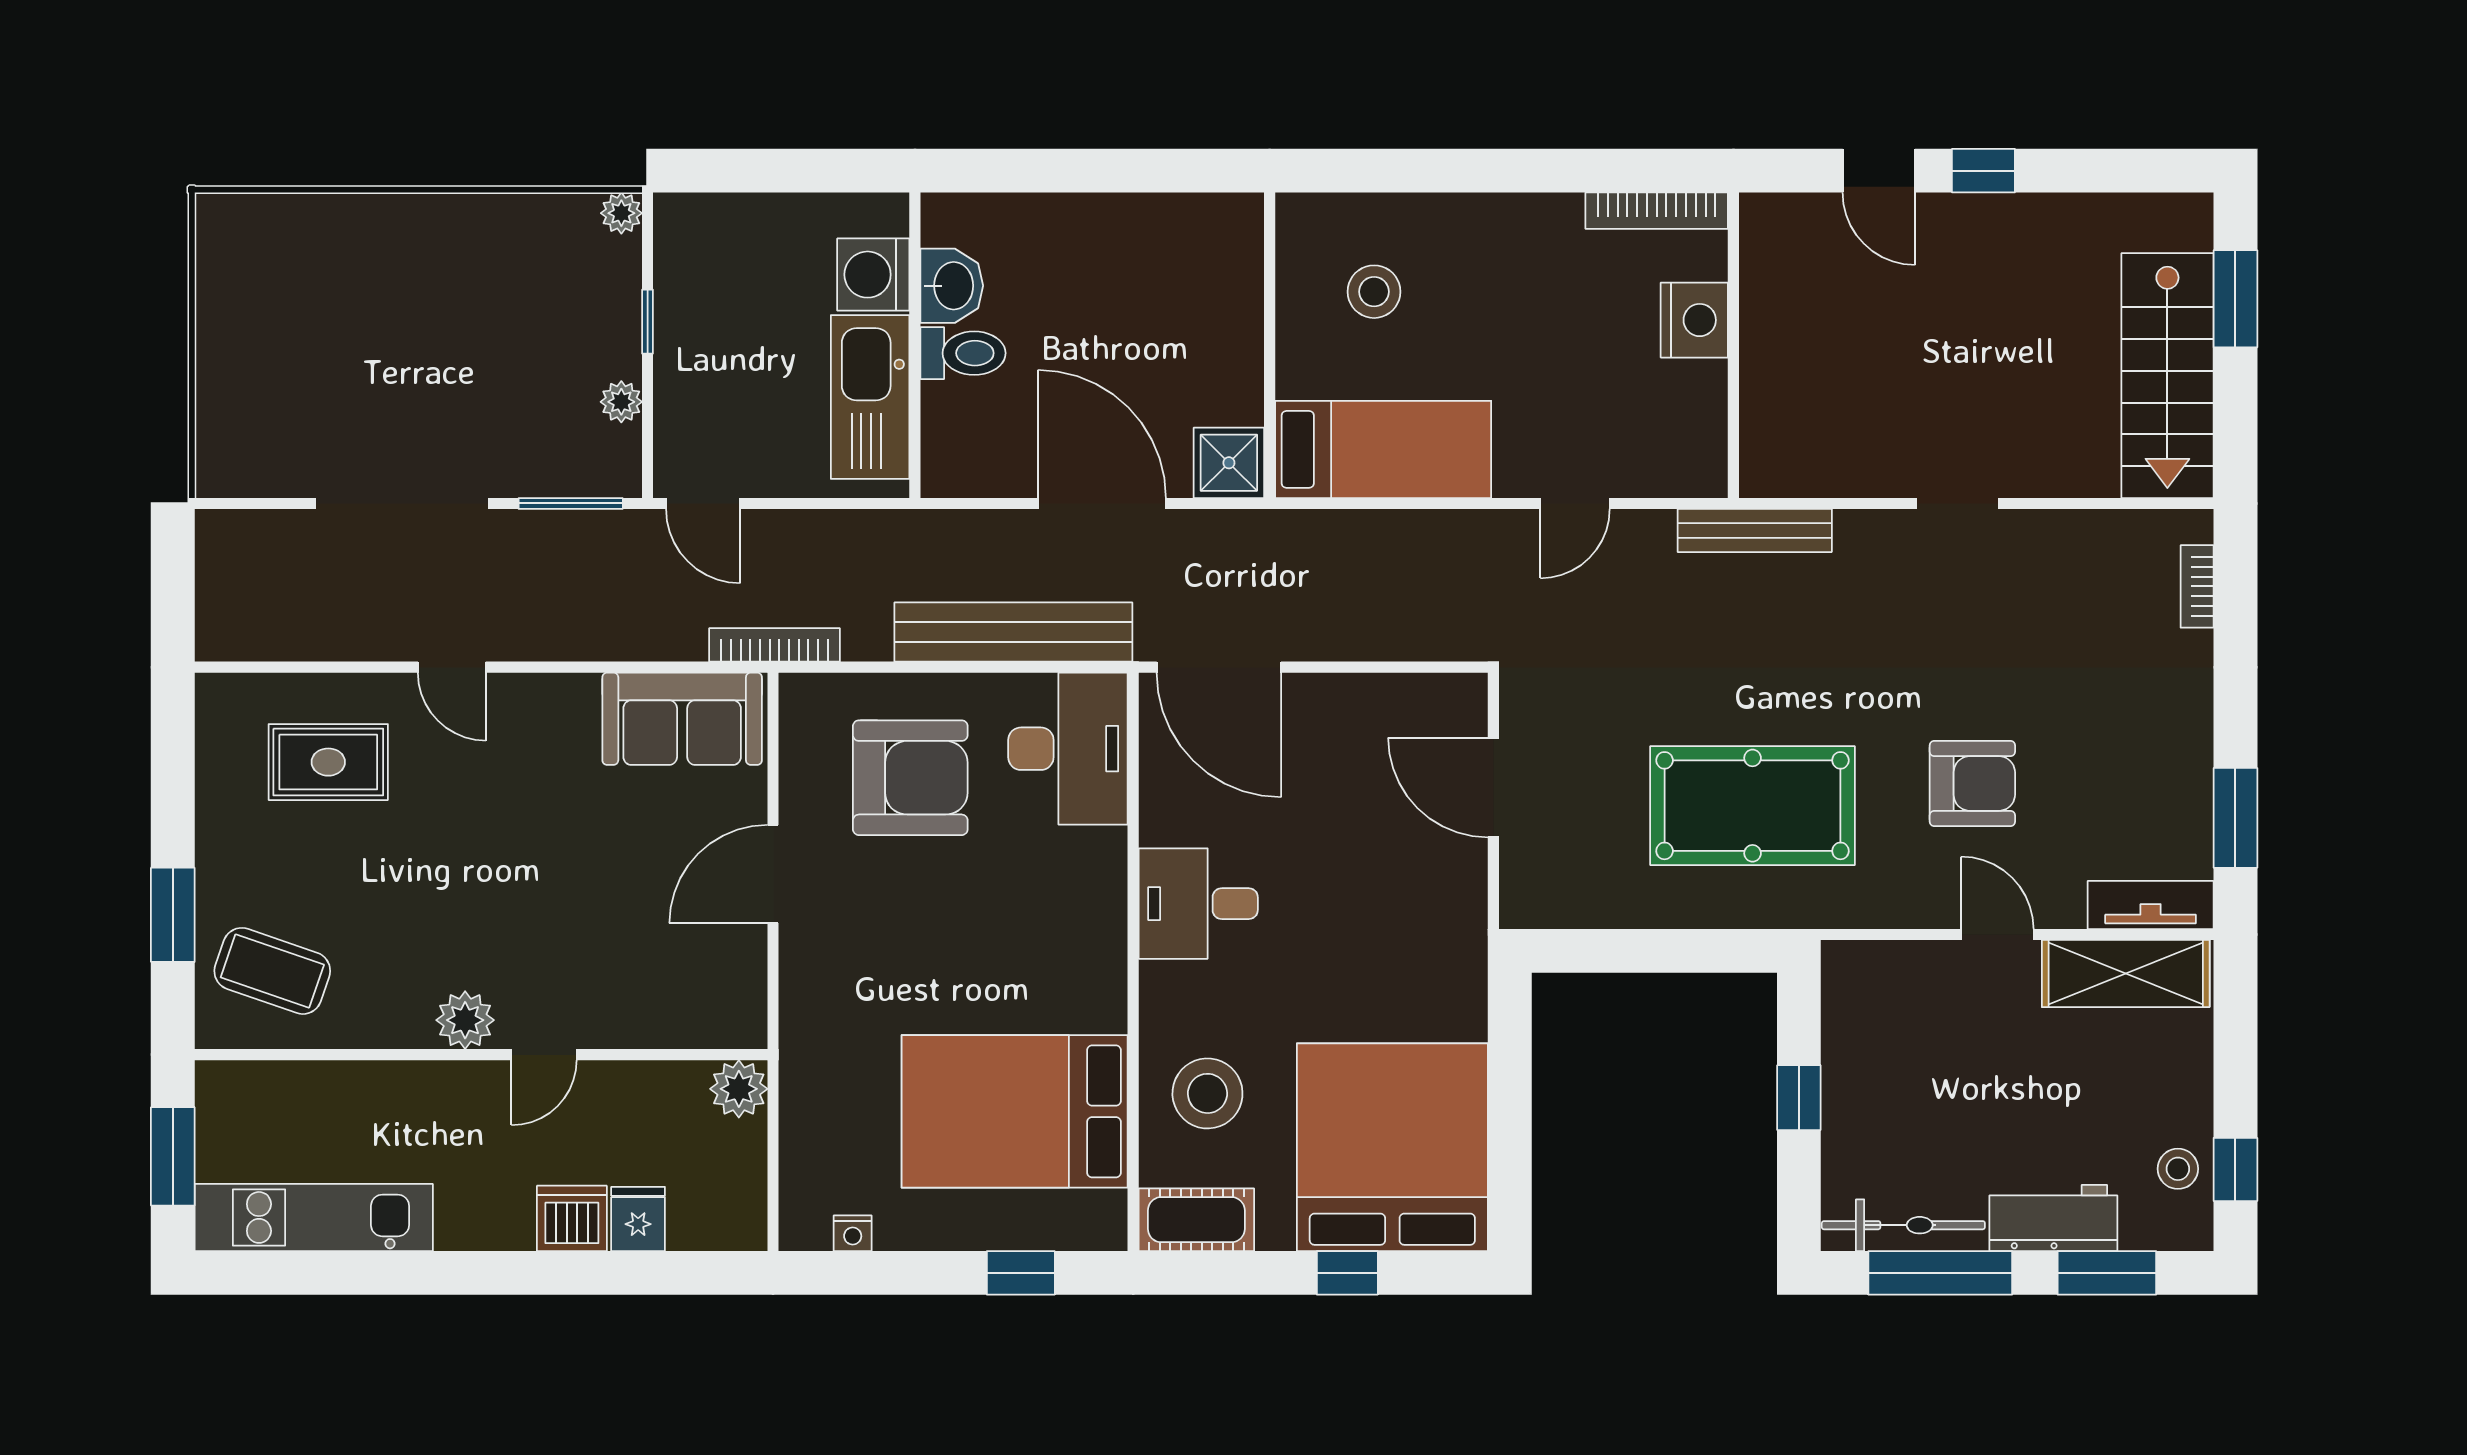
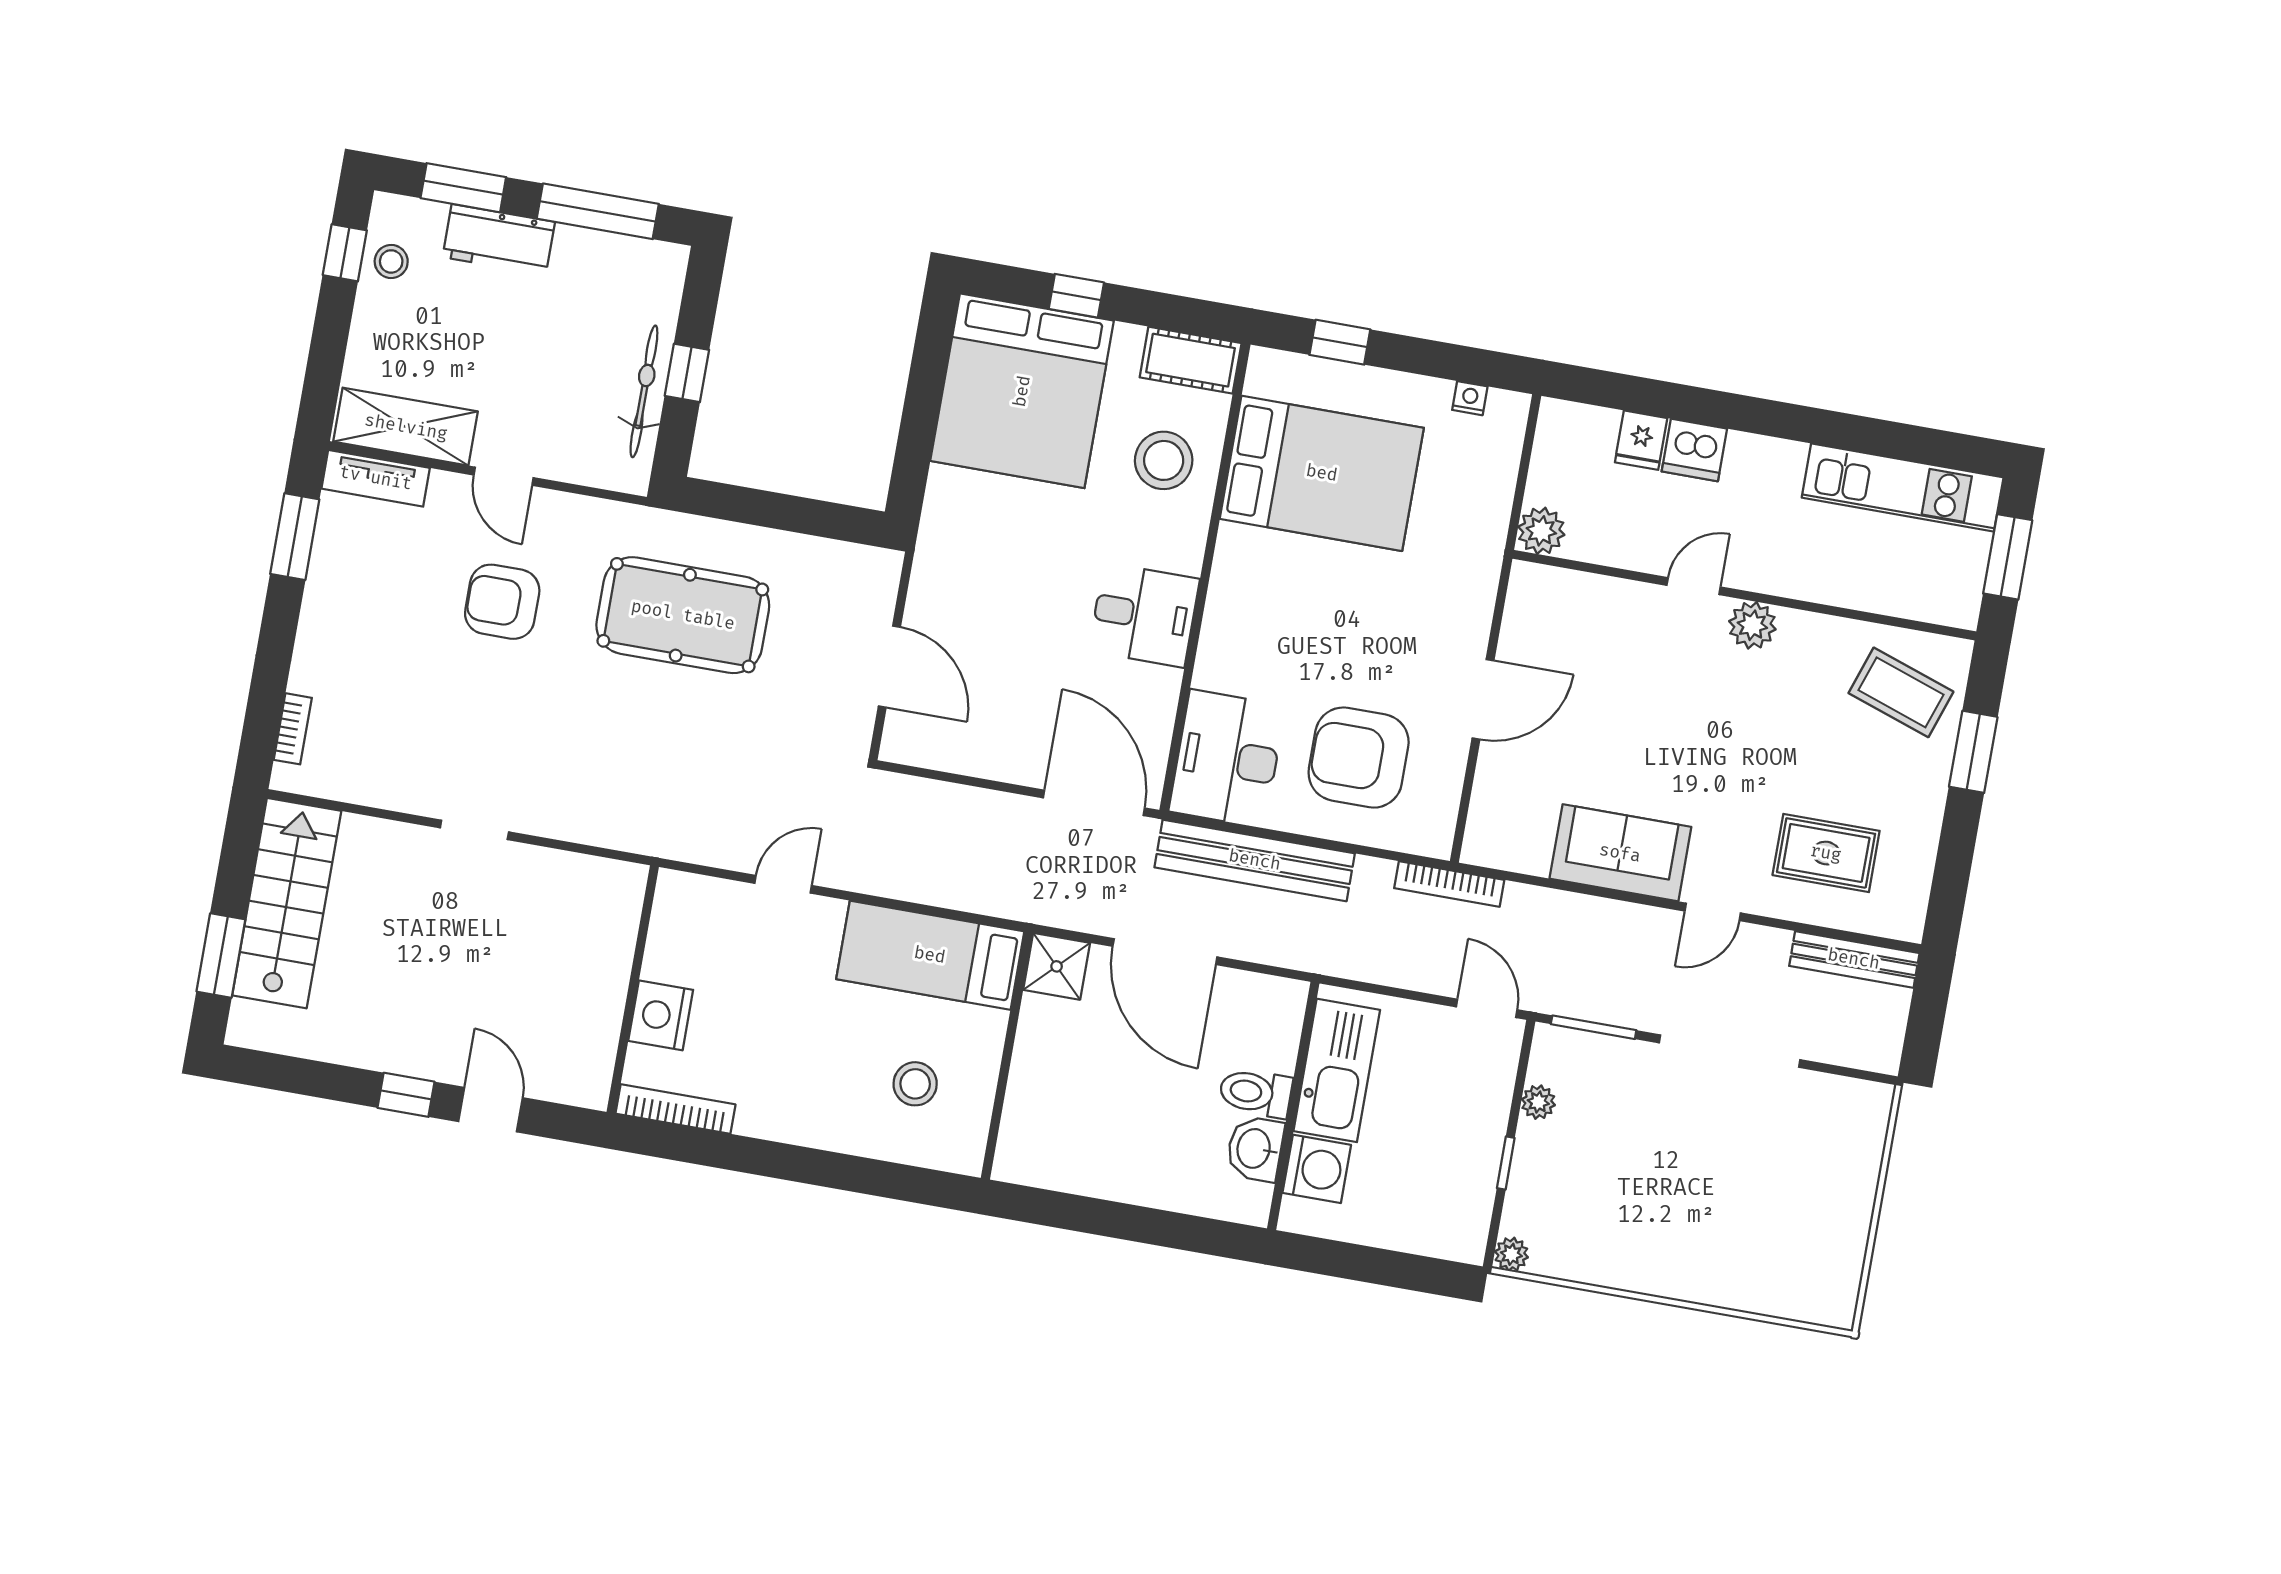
bench: (1755, 531) -> (1854, 959), moved
door: (452, 667) -> (1713, 912), swing flipped
sofa: (682, 719) -> (1620, 853), moved
bicycle: (1903, 1225) -> (644, 391), moved, turned 90

